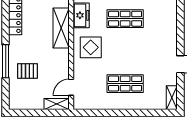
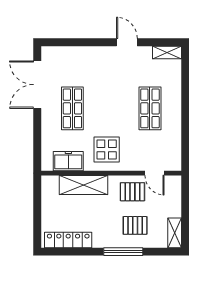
pallet: (55, 69) -> (132, 192), added
pallet: (27, 71) -> (135, 225), turned 90
shelving: (57, 104) -> (175, 233), moved

